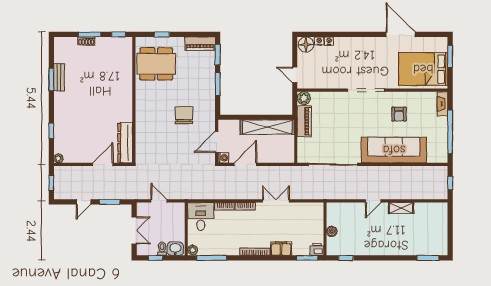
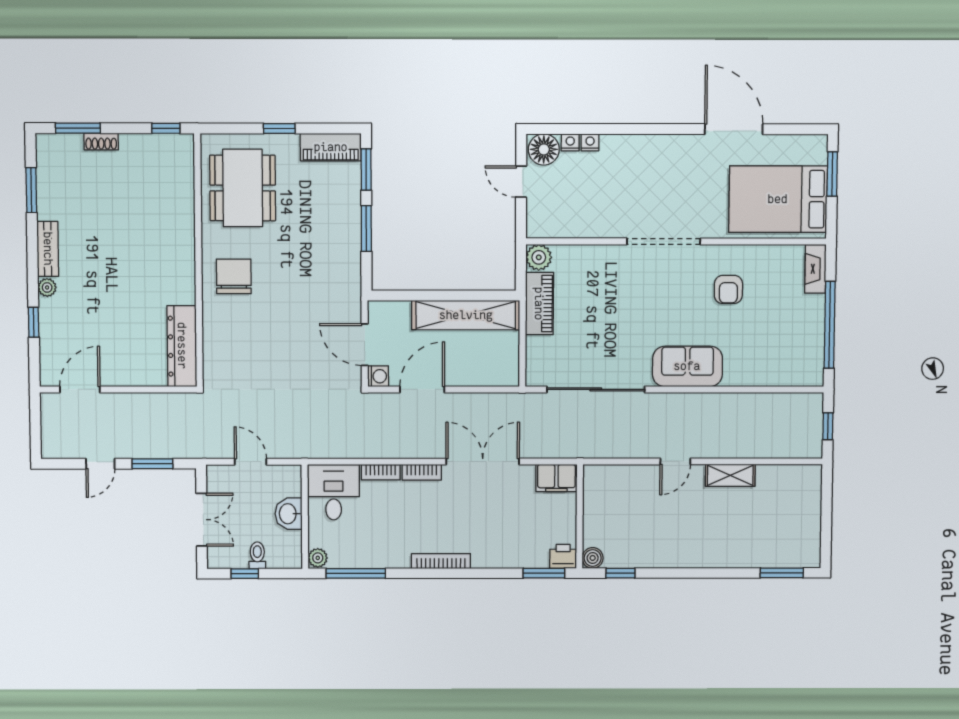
window: (90, 34) -> (78, 128), moved
window: (162, 34) -> (279, 128), moved
dining table: (156, 64) -> (243, 188), turned 90
door: (295, 75) -> (521, 182), moved
bench: (59, 77) -> (48, 249), moved
window: (51, 79) -> (31, 190), moved
chair: (184, 115) -> (234, 276), moved
door: (217, 142) -> (365, 345), hinge flipped
sofa: (394, 150) -> (687, 366), width x0.54, depth x0.79
plant: (58, 158) -> (47, 287), moved
door: (103, 164) -> (80, 389), moved
window: (51, 183) -> (35, 426), removed
double door: (276, 201) -> (483, 462), width x1.37
boiler: (332, 231) -> (593, 558), moved
washbasin: (175, 249) -> (289, 514), moved, turned -90
filing cabinet: (281, 249) -> (556, 478), moved, turned 180

